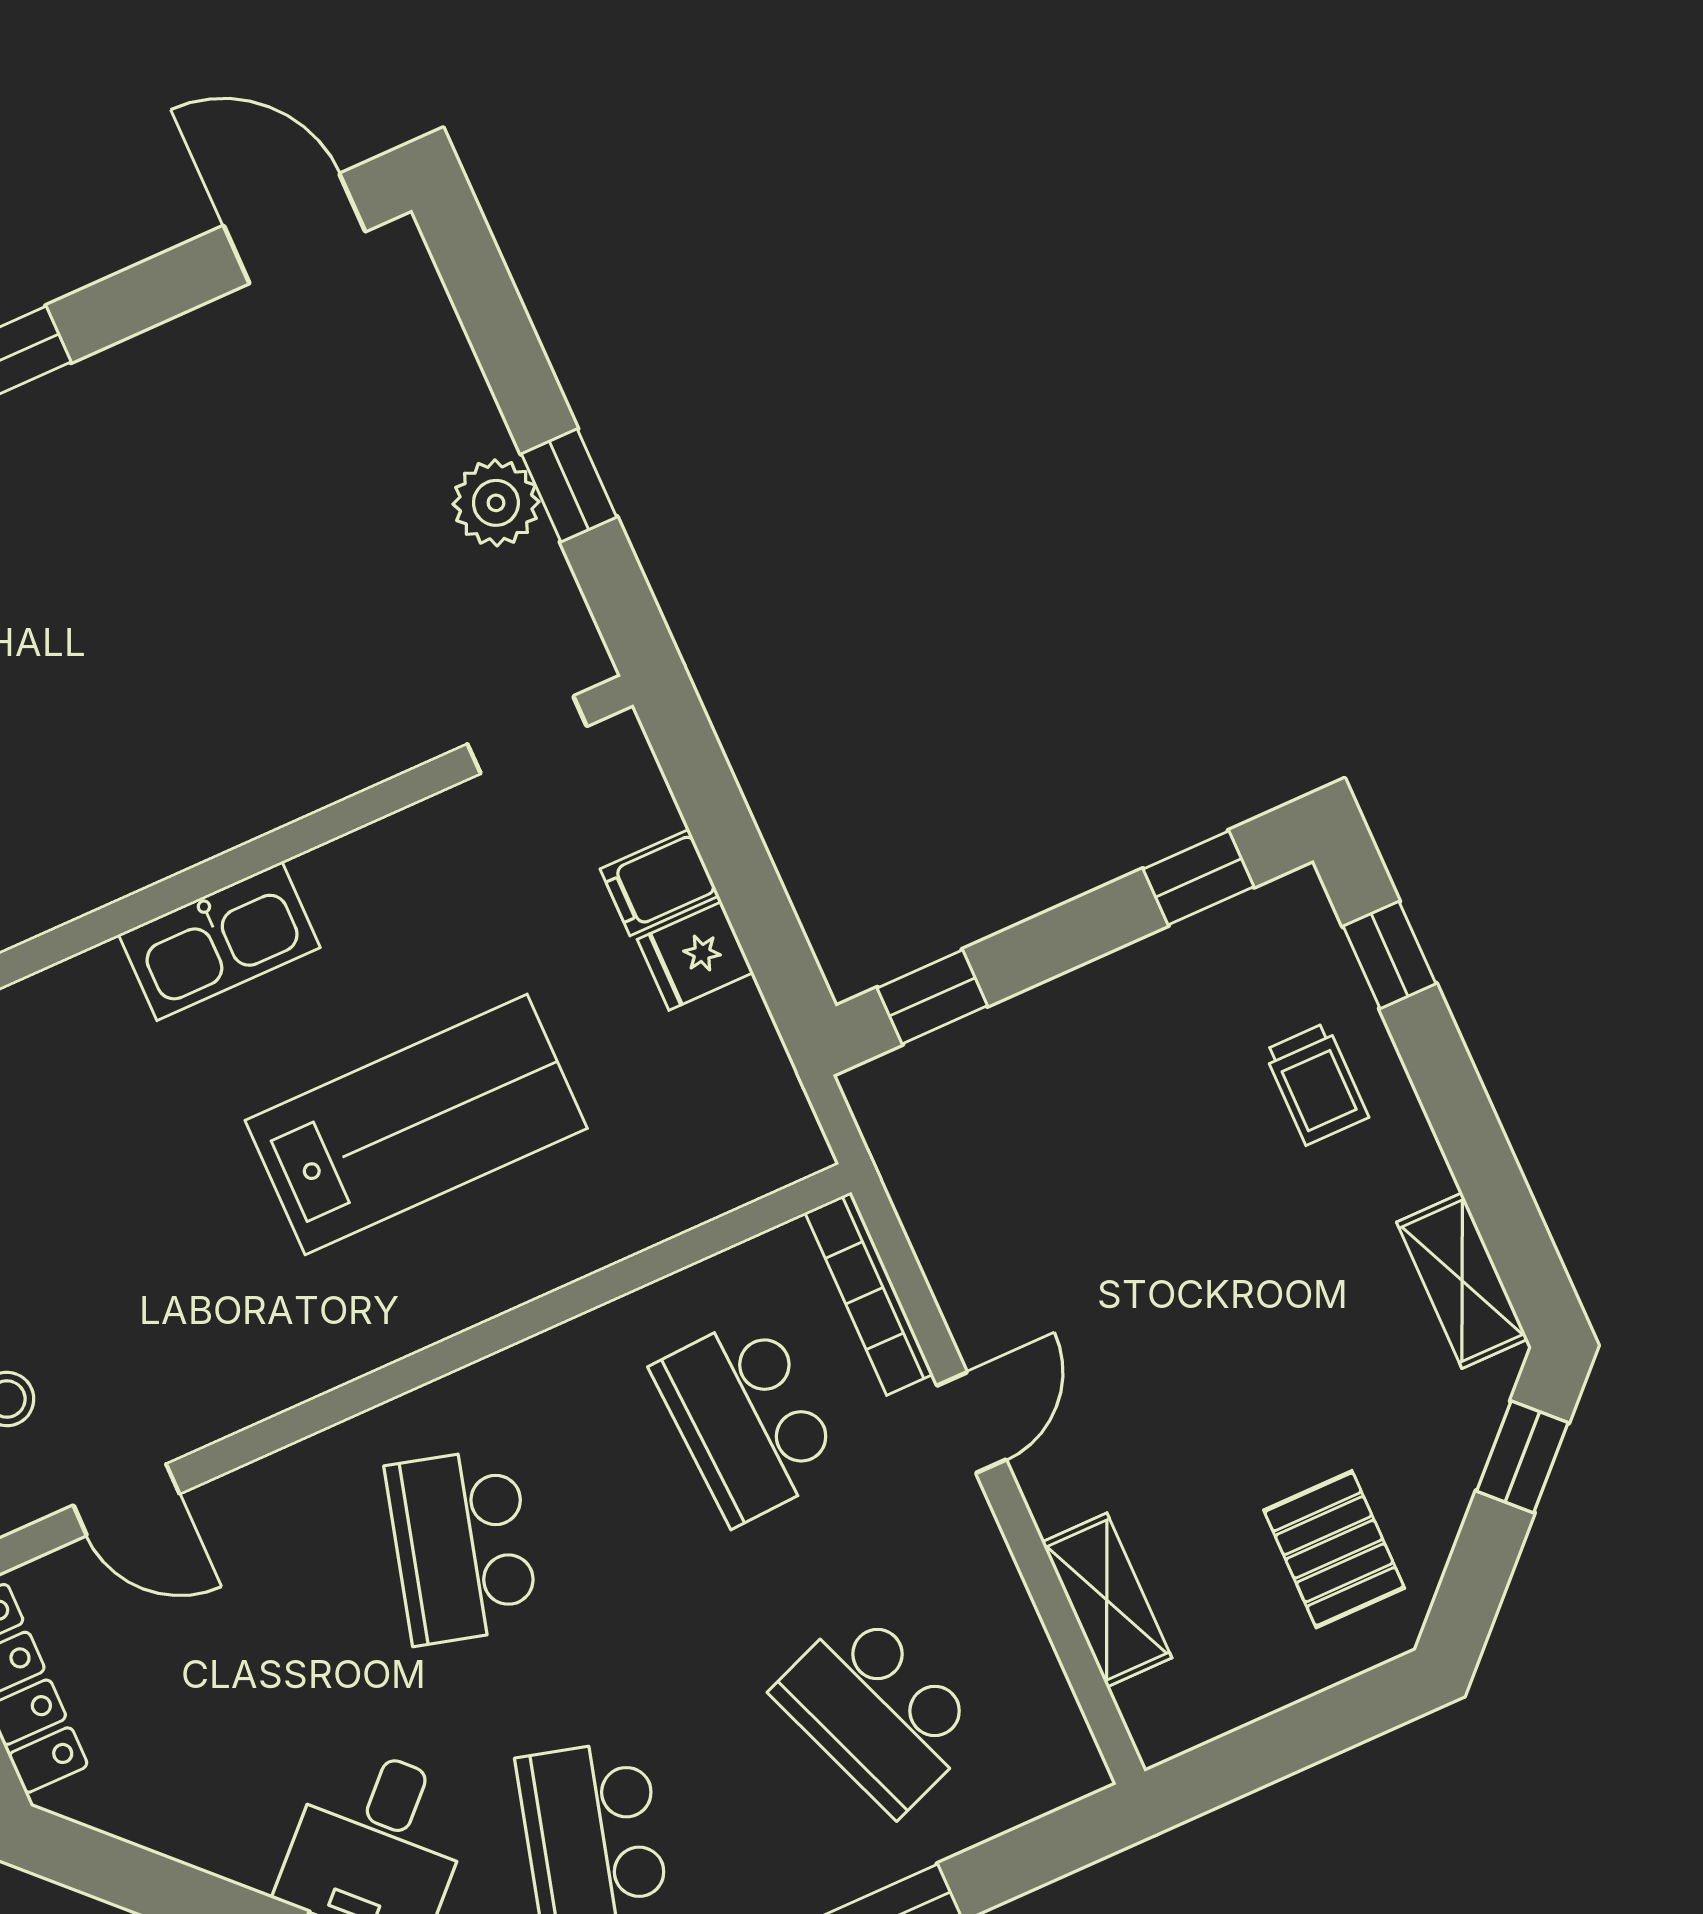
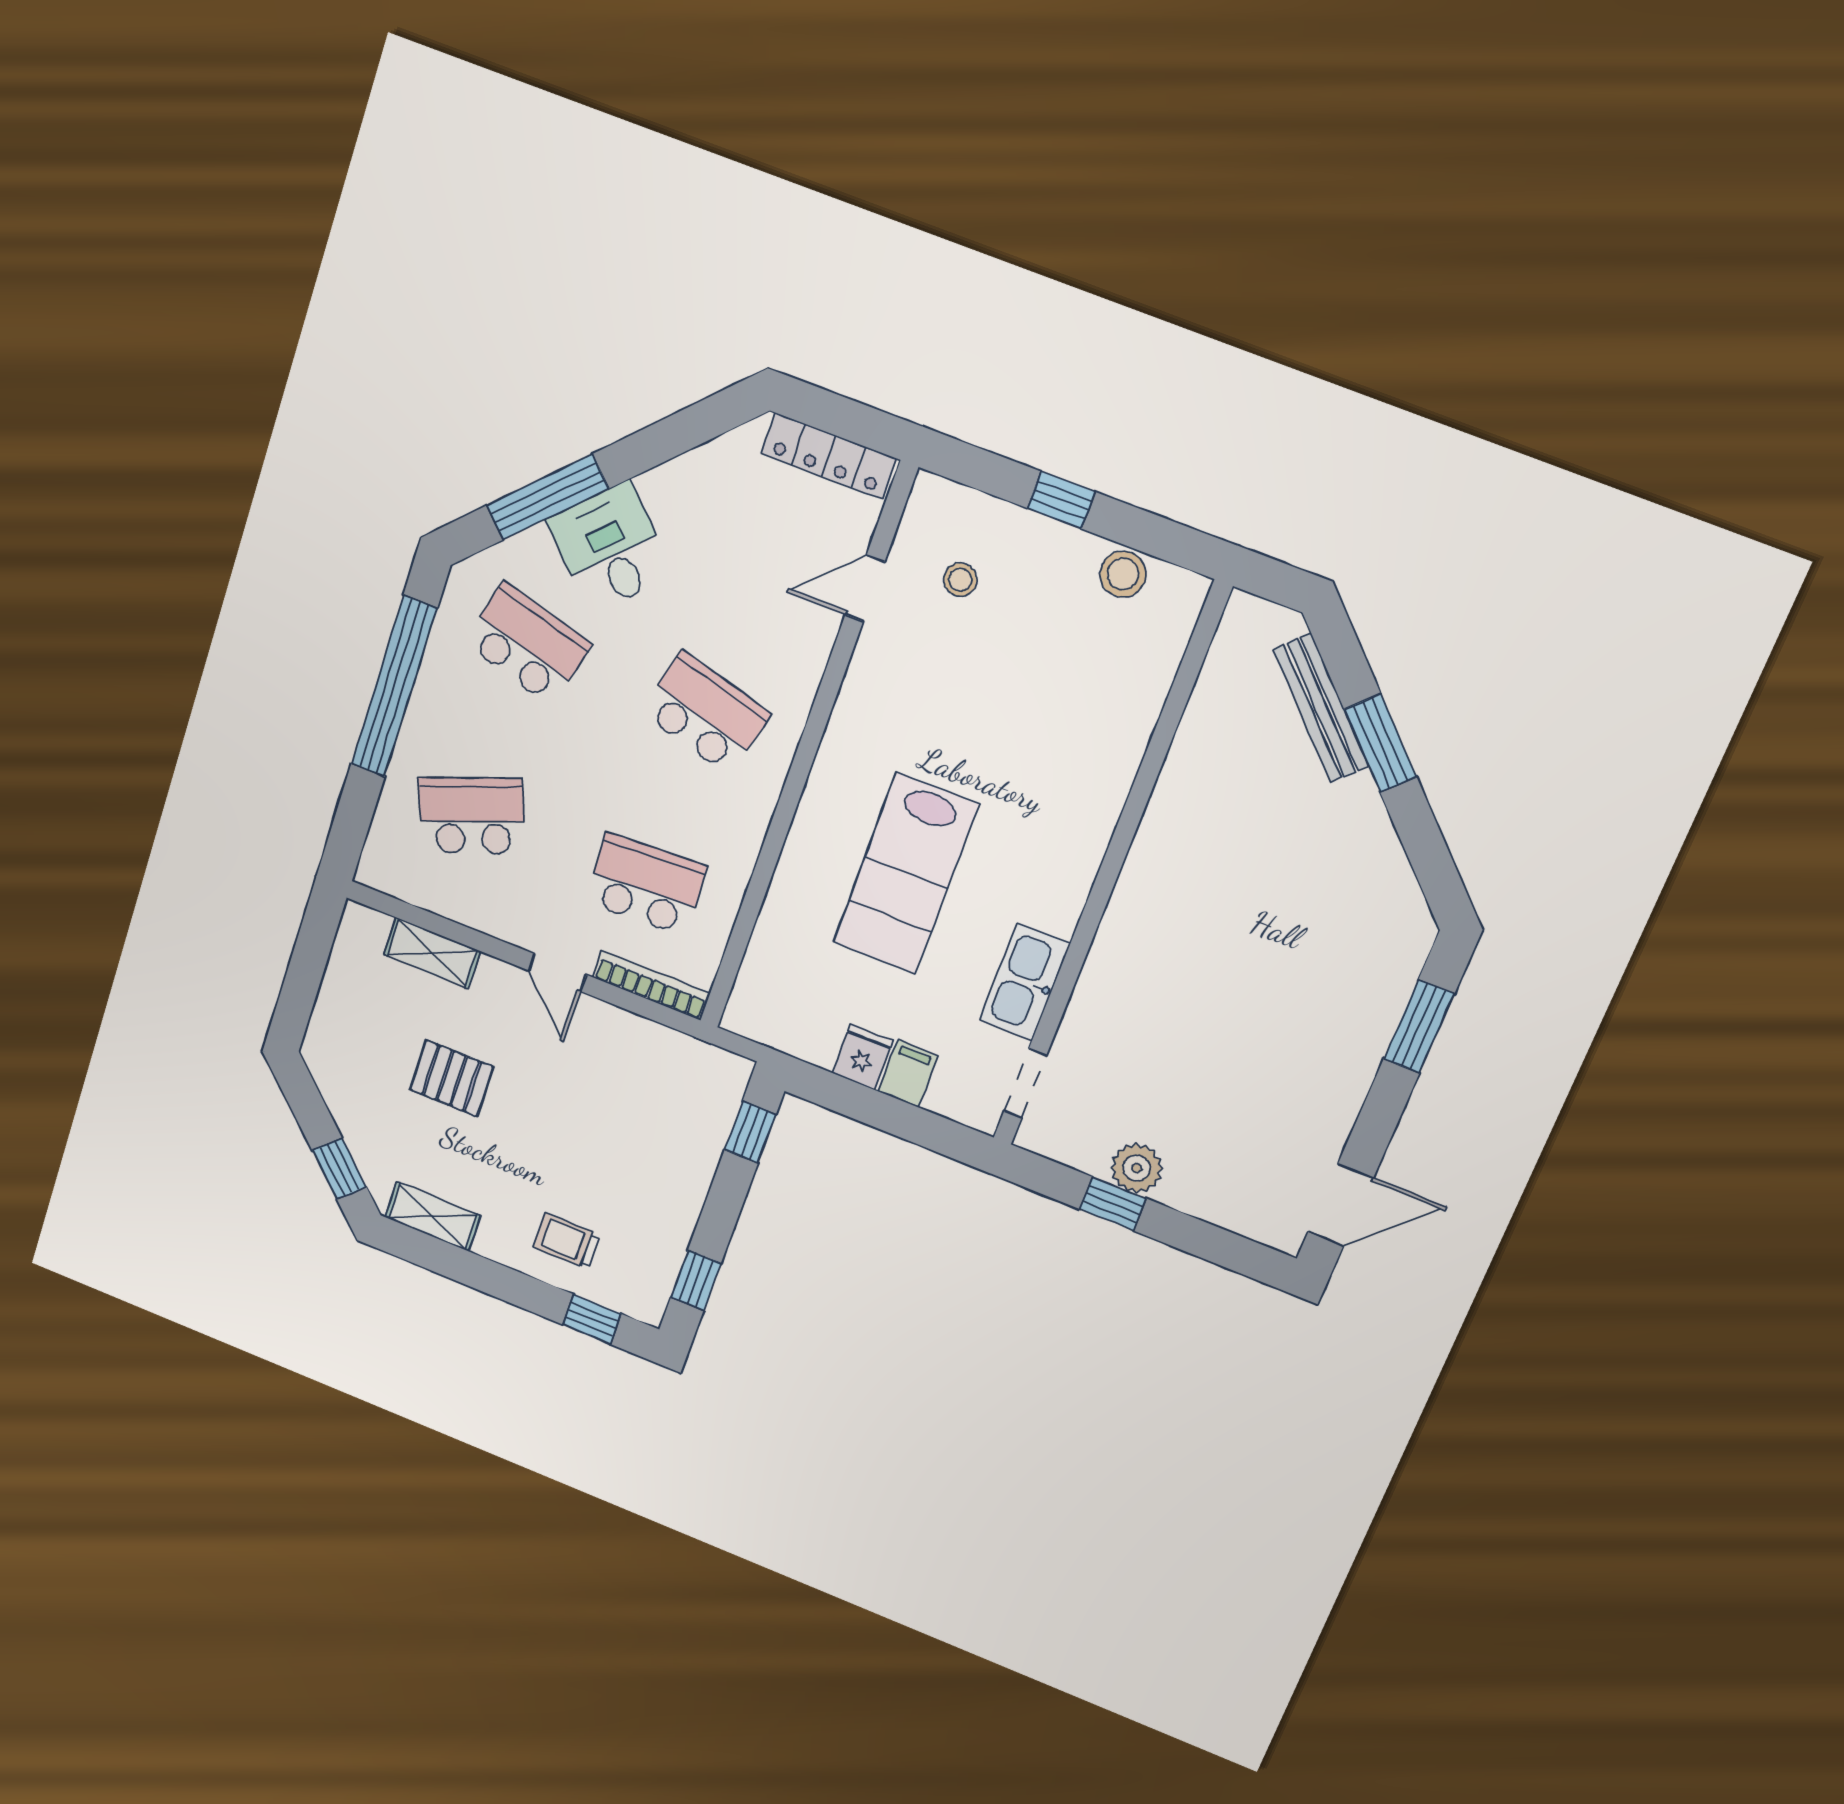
kitchen sink: (219, 941) -> (1025, 982), moved
pallet: (1334, 1549) -> (452, 1078), moved

